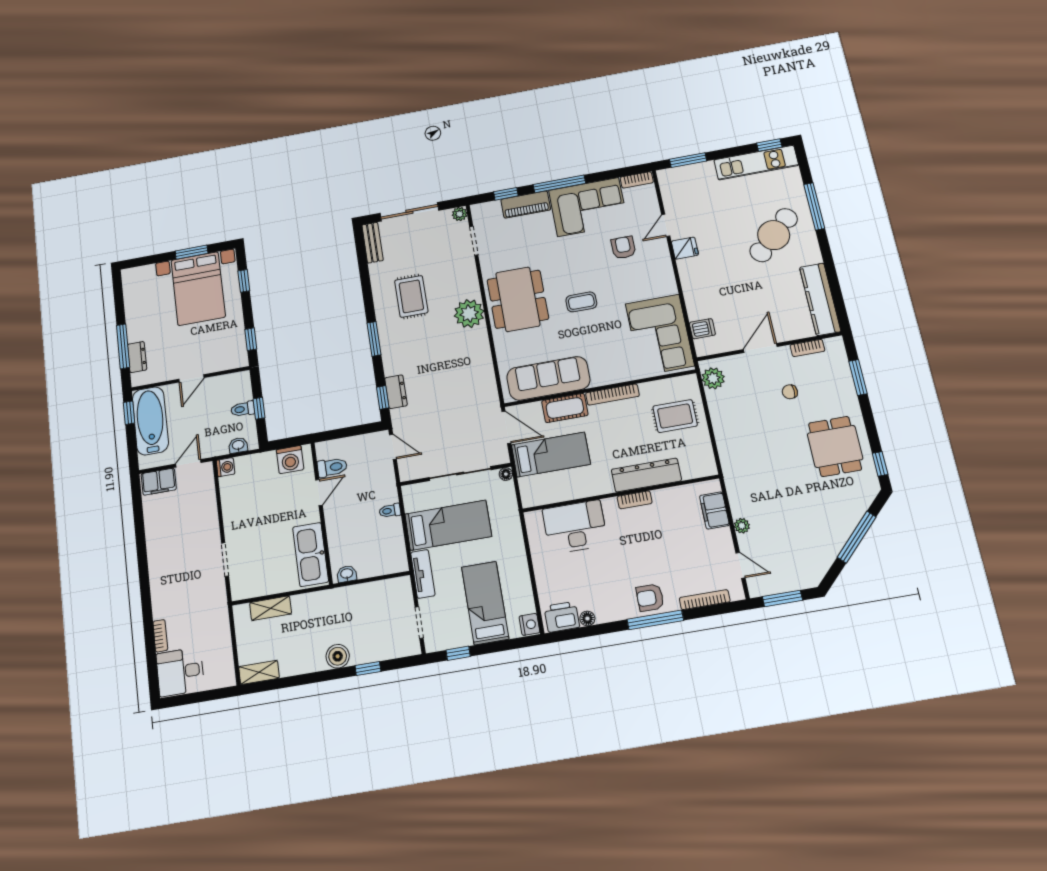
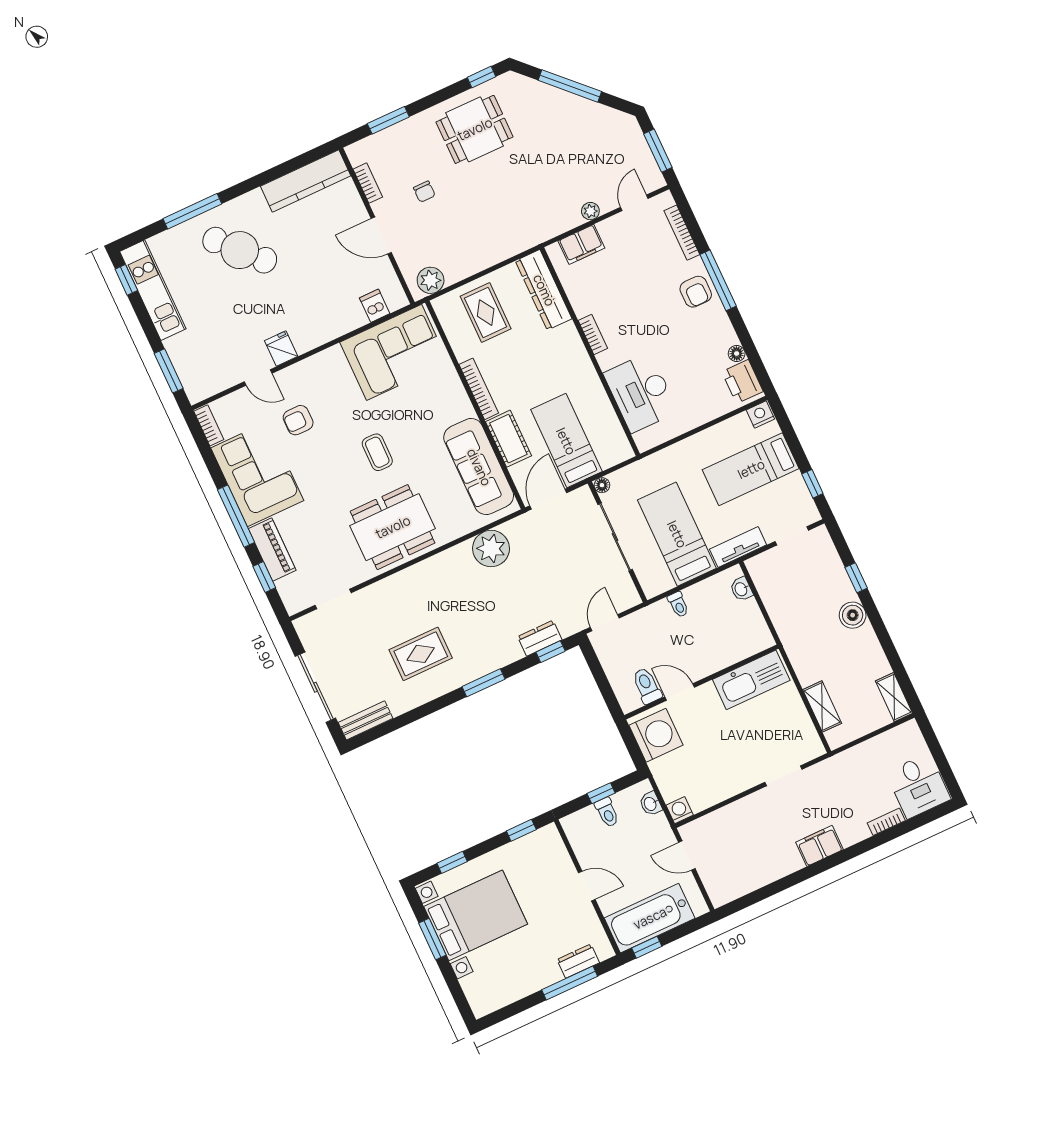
plant: (460, 214) -> (304, 626), removed
plant: (469, 314) -> (491, 548), moved
washing machine: (290, 460) -> (656, 735), width x1.37, depth x1.37
dresser: (646, 475) -> (544, 290), moved
filing cabinet: (159, 482) -> (819, 846), moved, turned -90
washbasin: (347, 574) -> (741, 589), moved

